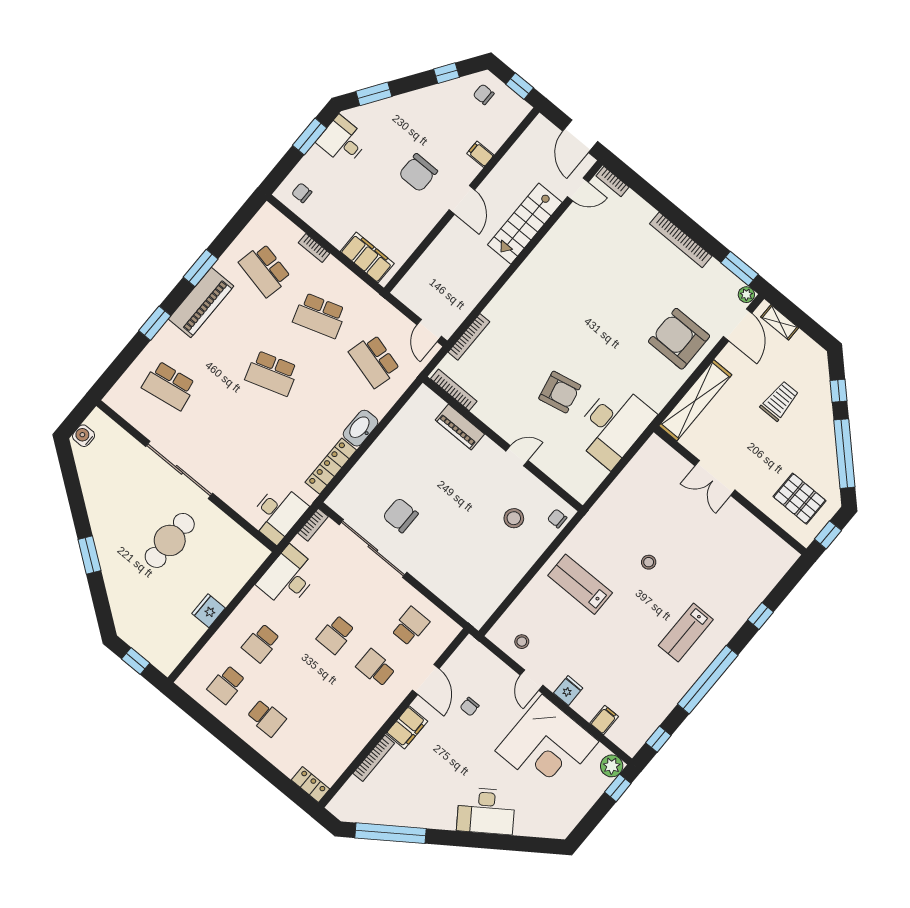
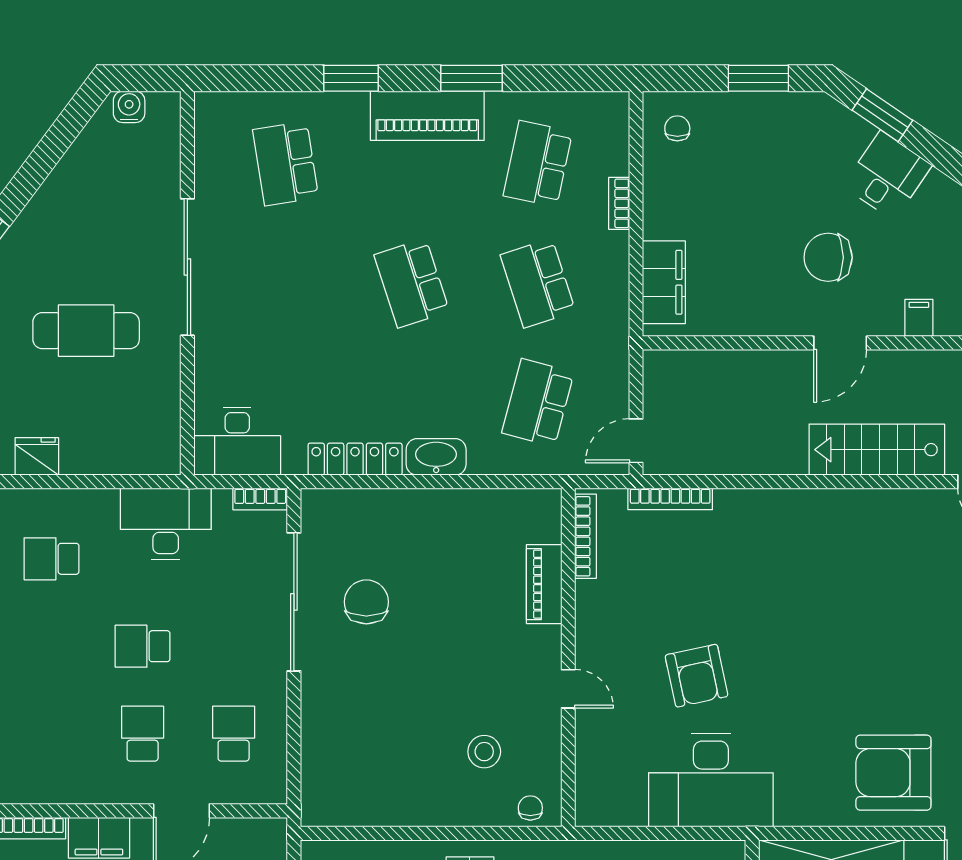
desk: (343, 141) -> (887, 176), moved, turned 34
armchair: (679, 339) -> (893, 773), turned -90
school desk: (410, 626) -> (234, 734), turned -90

